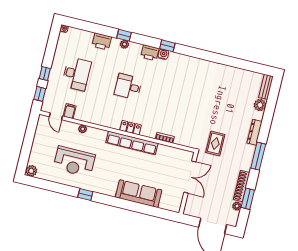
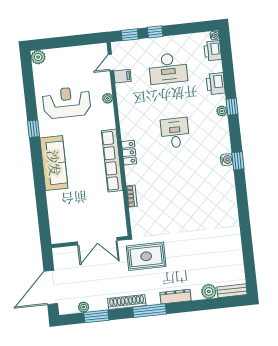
printer: (150, 53) -> (213, 51), moved
rug: (215, 143) -> (146, 256), width x1.36, depth x1.43
reception desk: (74, 162) -> (67, 102), turned 90
shoe rack: (242, 186) -> (127, 302), moved
sofa: (139, 194) -> (54, 163), moved

